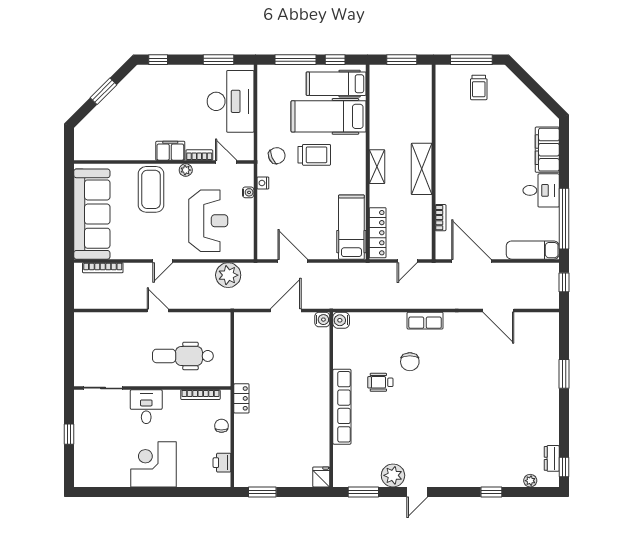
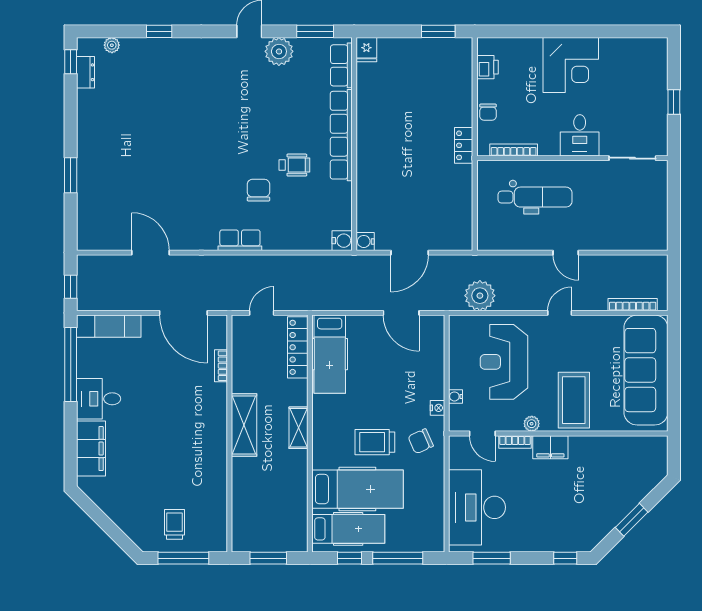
row of seats: (342, 464) -> (341, 65), added

